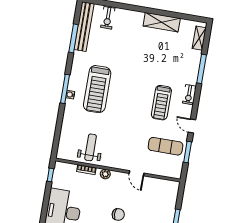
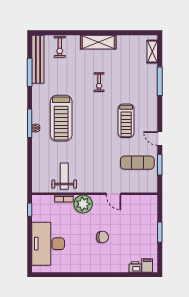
shelving: (162, 22) -> (98, 42), moved
exercise bike: (189, 95) -> (99, 82), moved
plant: (105, 174) -> (83, 204), width x1.87, depth x1.87

